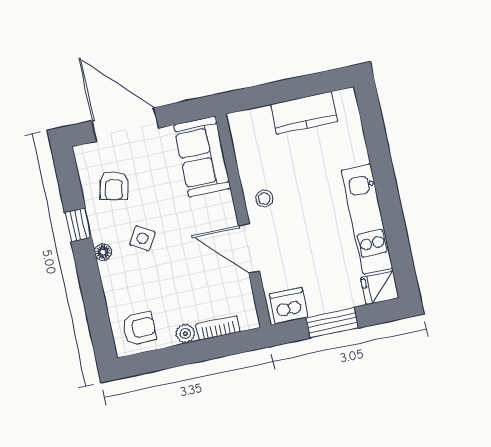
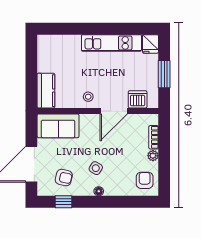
kitchen counter: (304, 113) -> (46, 91), moved
window: (78, 225) -> (63, 202), moved
dishwasher: (289, 306) -> (138, 99), moved, turned 90

